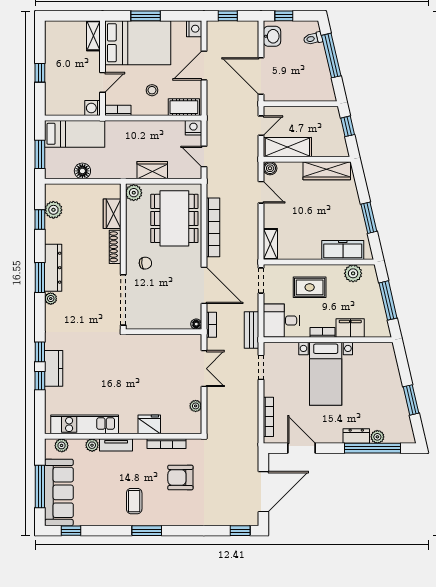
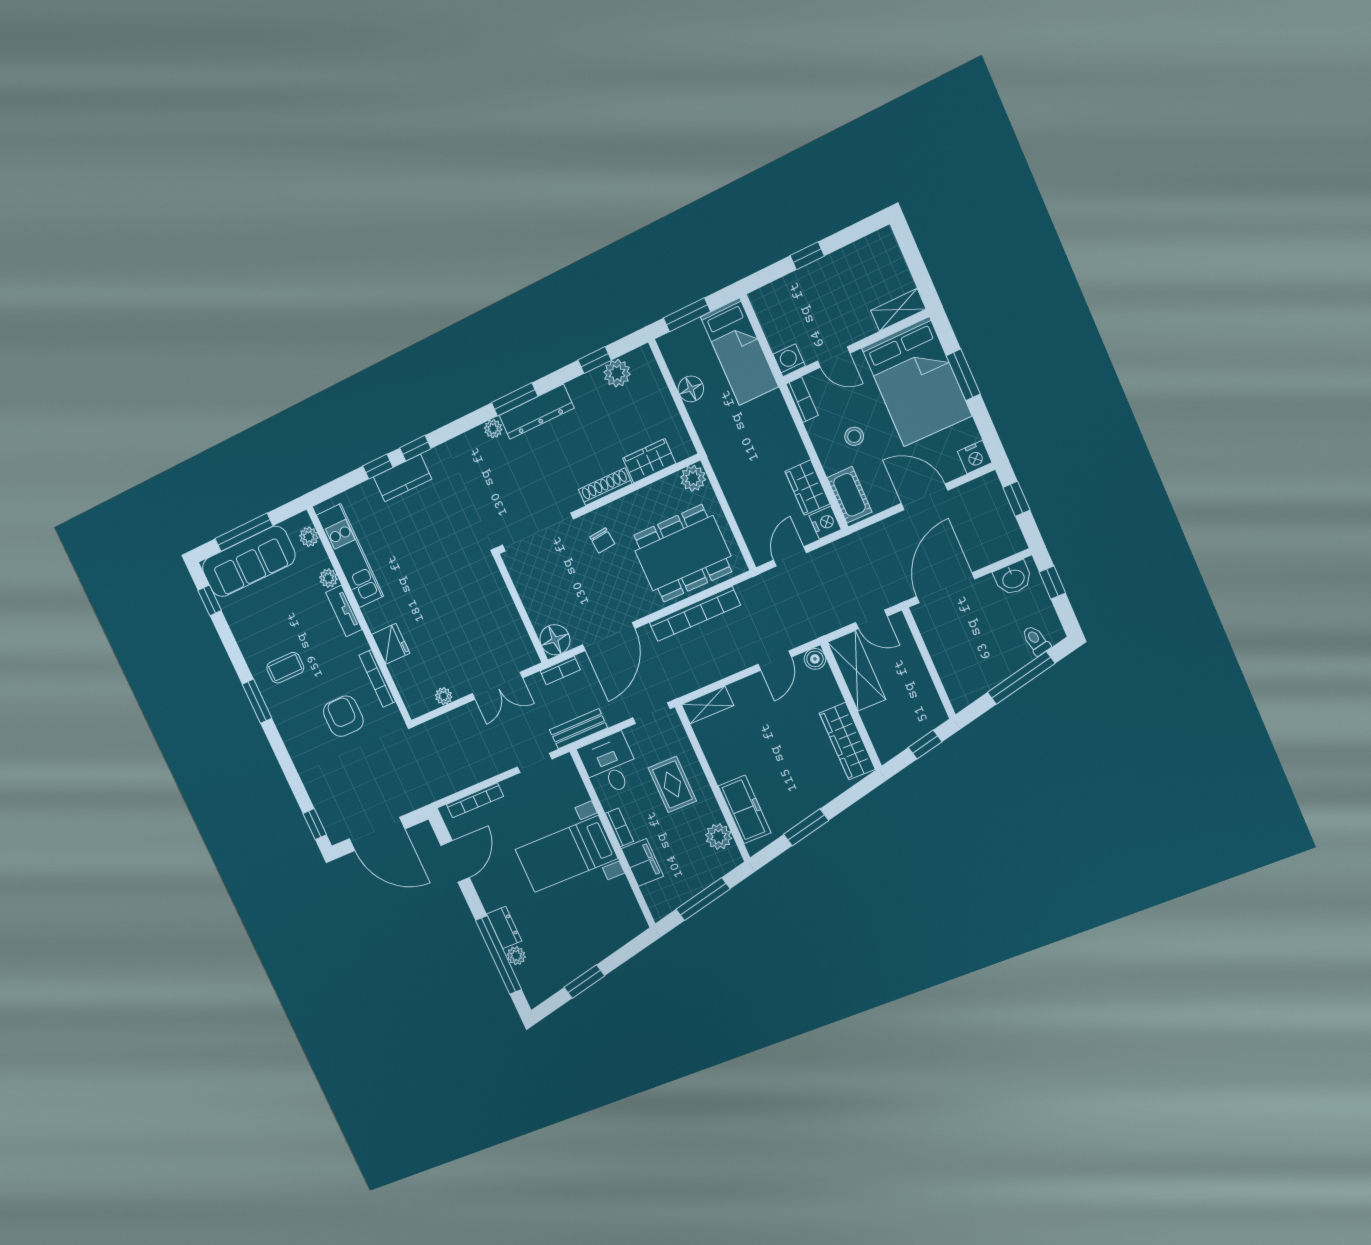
wardrobe: (152, 170) -> (807, 488), moved, turned 180
floor lamp: (196, 324) -> (555, 640), width x1.89, depth x1.89

